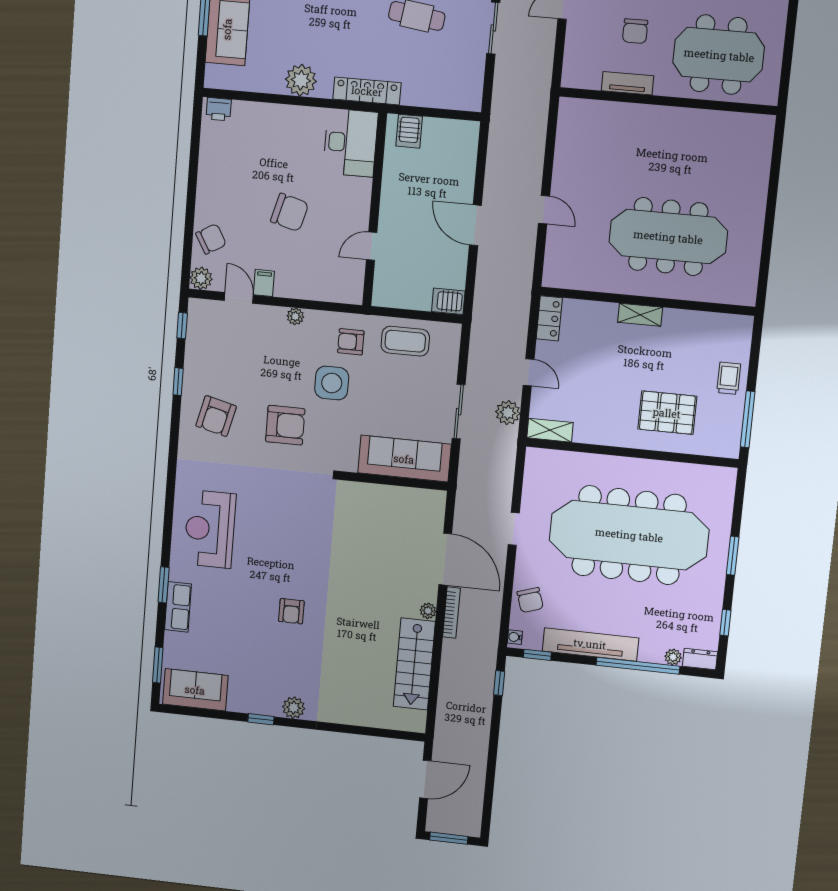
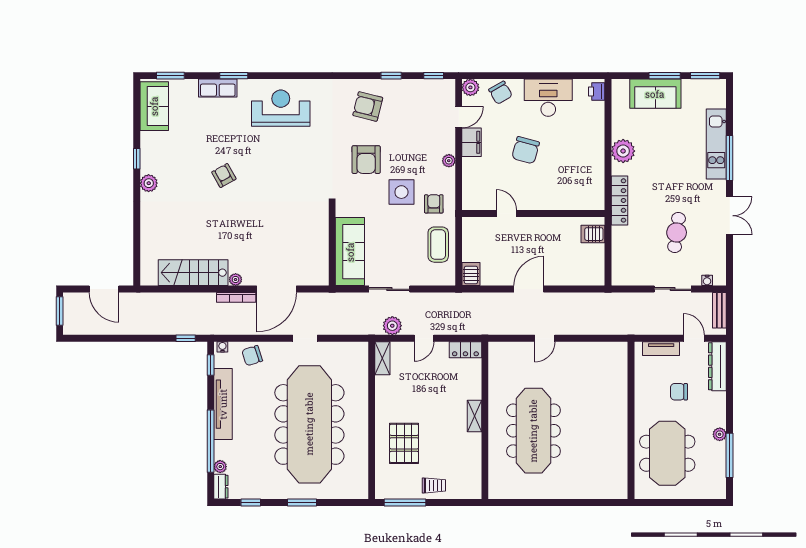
tv unit: (627, 83) -> (661, 349), moved, turned 90
desk: (350, 143) -> (548, 98), moved, turned 180
filing cabinet: (264, 283) -> (471, 142), width x2.00
armchair: (291, 611) -> (224, 176), turned 61

